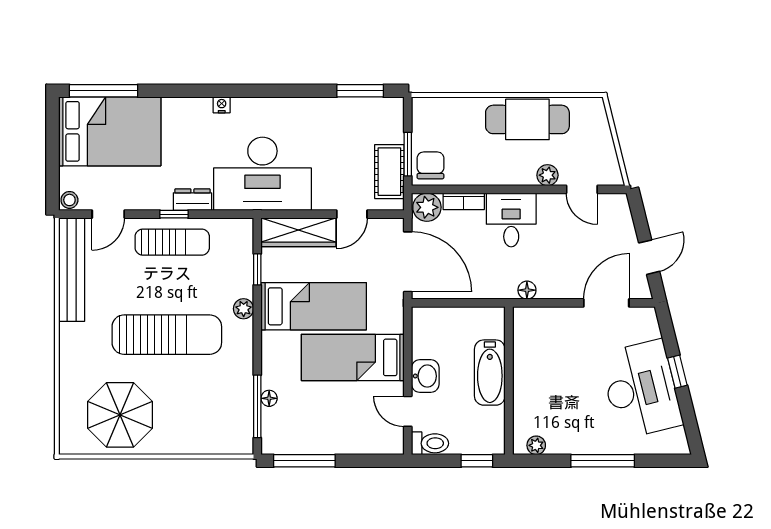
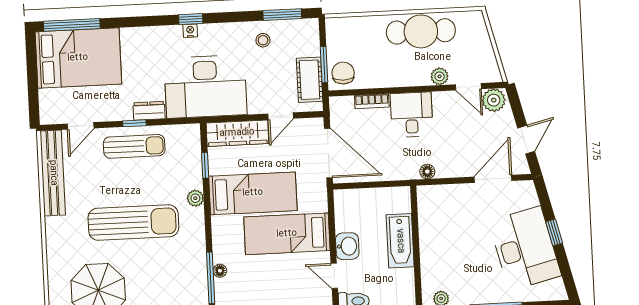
window: (249, 91) -> (191, 19), added
nightstand: (222, 105) -> (190, 31), moved
stool: (69, 200) -> (263, 40), moved
plant: (427, 207) -> (494, 100), moved

